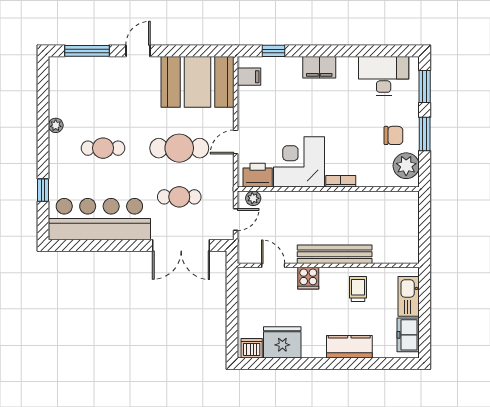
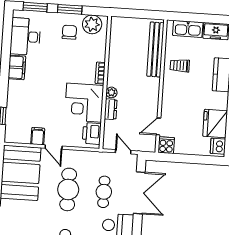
filing cabinet: (319, 67) -> (17, 67), moved
filing cabinet: (249, 77) -> (38, 136), moved
door: (236, 142) -> (54, 147), moved
plant: (253, 198) -> (111, 92), moved
dresser: (292, 199) -> (111, 109), added
bench: (335, 254) -> (155, 49), moved
cooker: (308, 278) -> (166, 145), moved, turned -90

